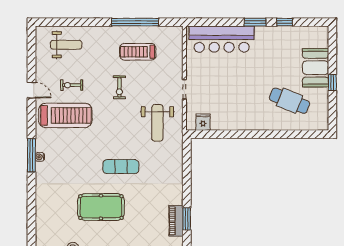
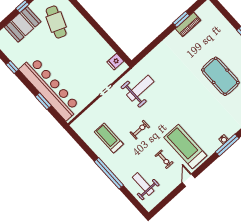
window: (135, 22) -> (109, 173), moved
window: (255, 22) -> (43, 101), moved
bar counter: (222, 39) -> (50, 88), width x1.36
treadmill: (138, 52) -> (109, 138), turned 180
exercise mat: (121, 167) -> (186, 86), removed

